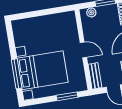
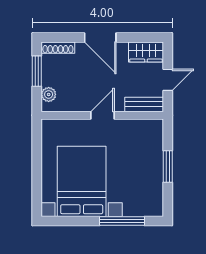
bed with nightstands: (43, 70) -> (82, 181), moved
window: (67, 96) -> (168, 167), moved

